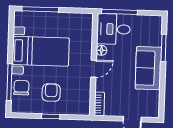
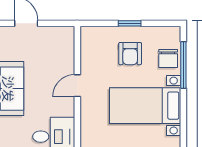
floor lamp: (101, 50) -> (68, 109), removed
bookcase: (99, 104) -> (69, 41), removed

